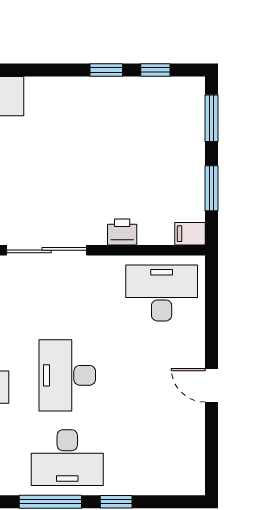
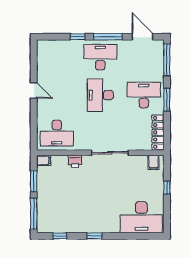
window: (106, 70) -> (94, 236), moved
window: (212, 118) -> (34, 214), width x1.44
desk: (67, 375) -> (100, 95), turned 180

